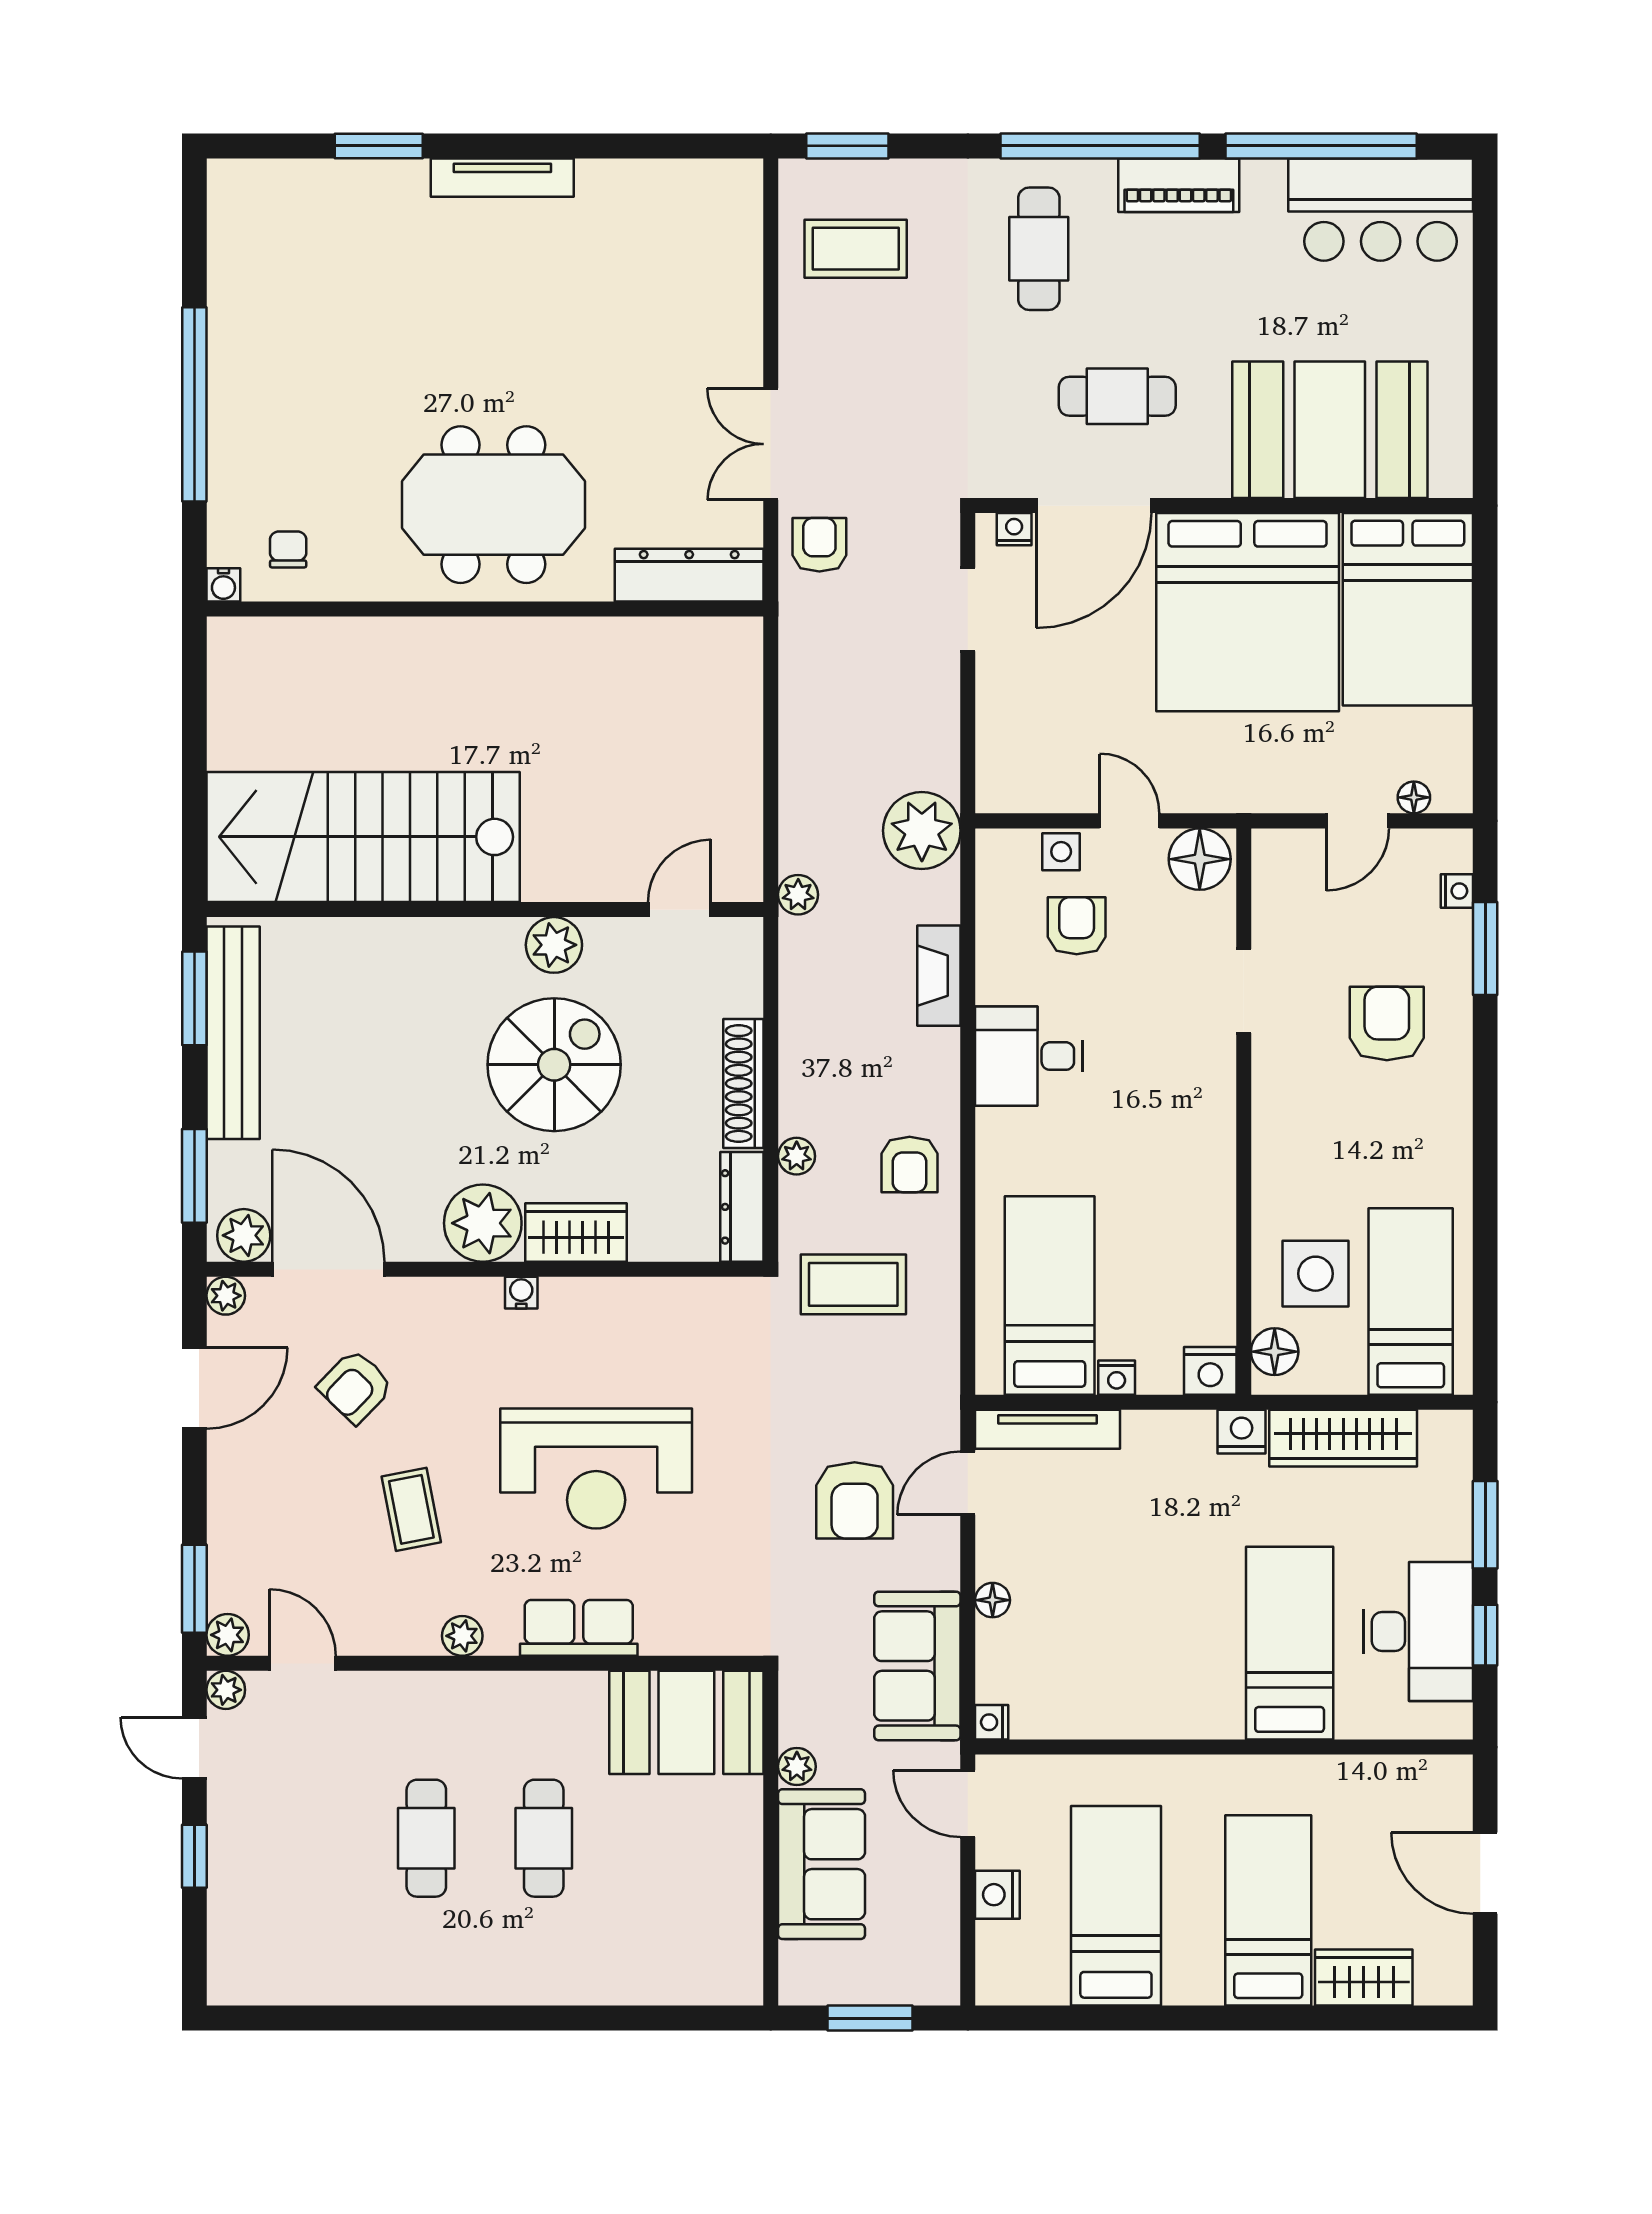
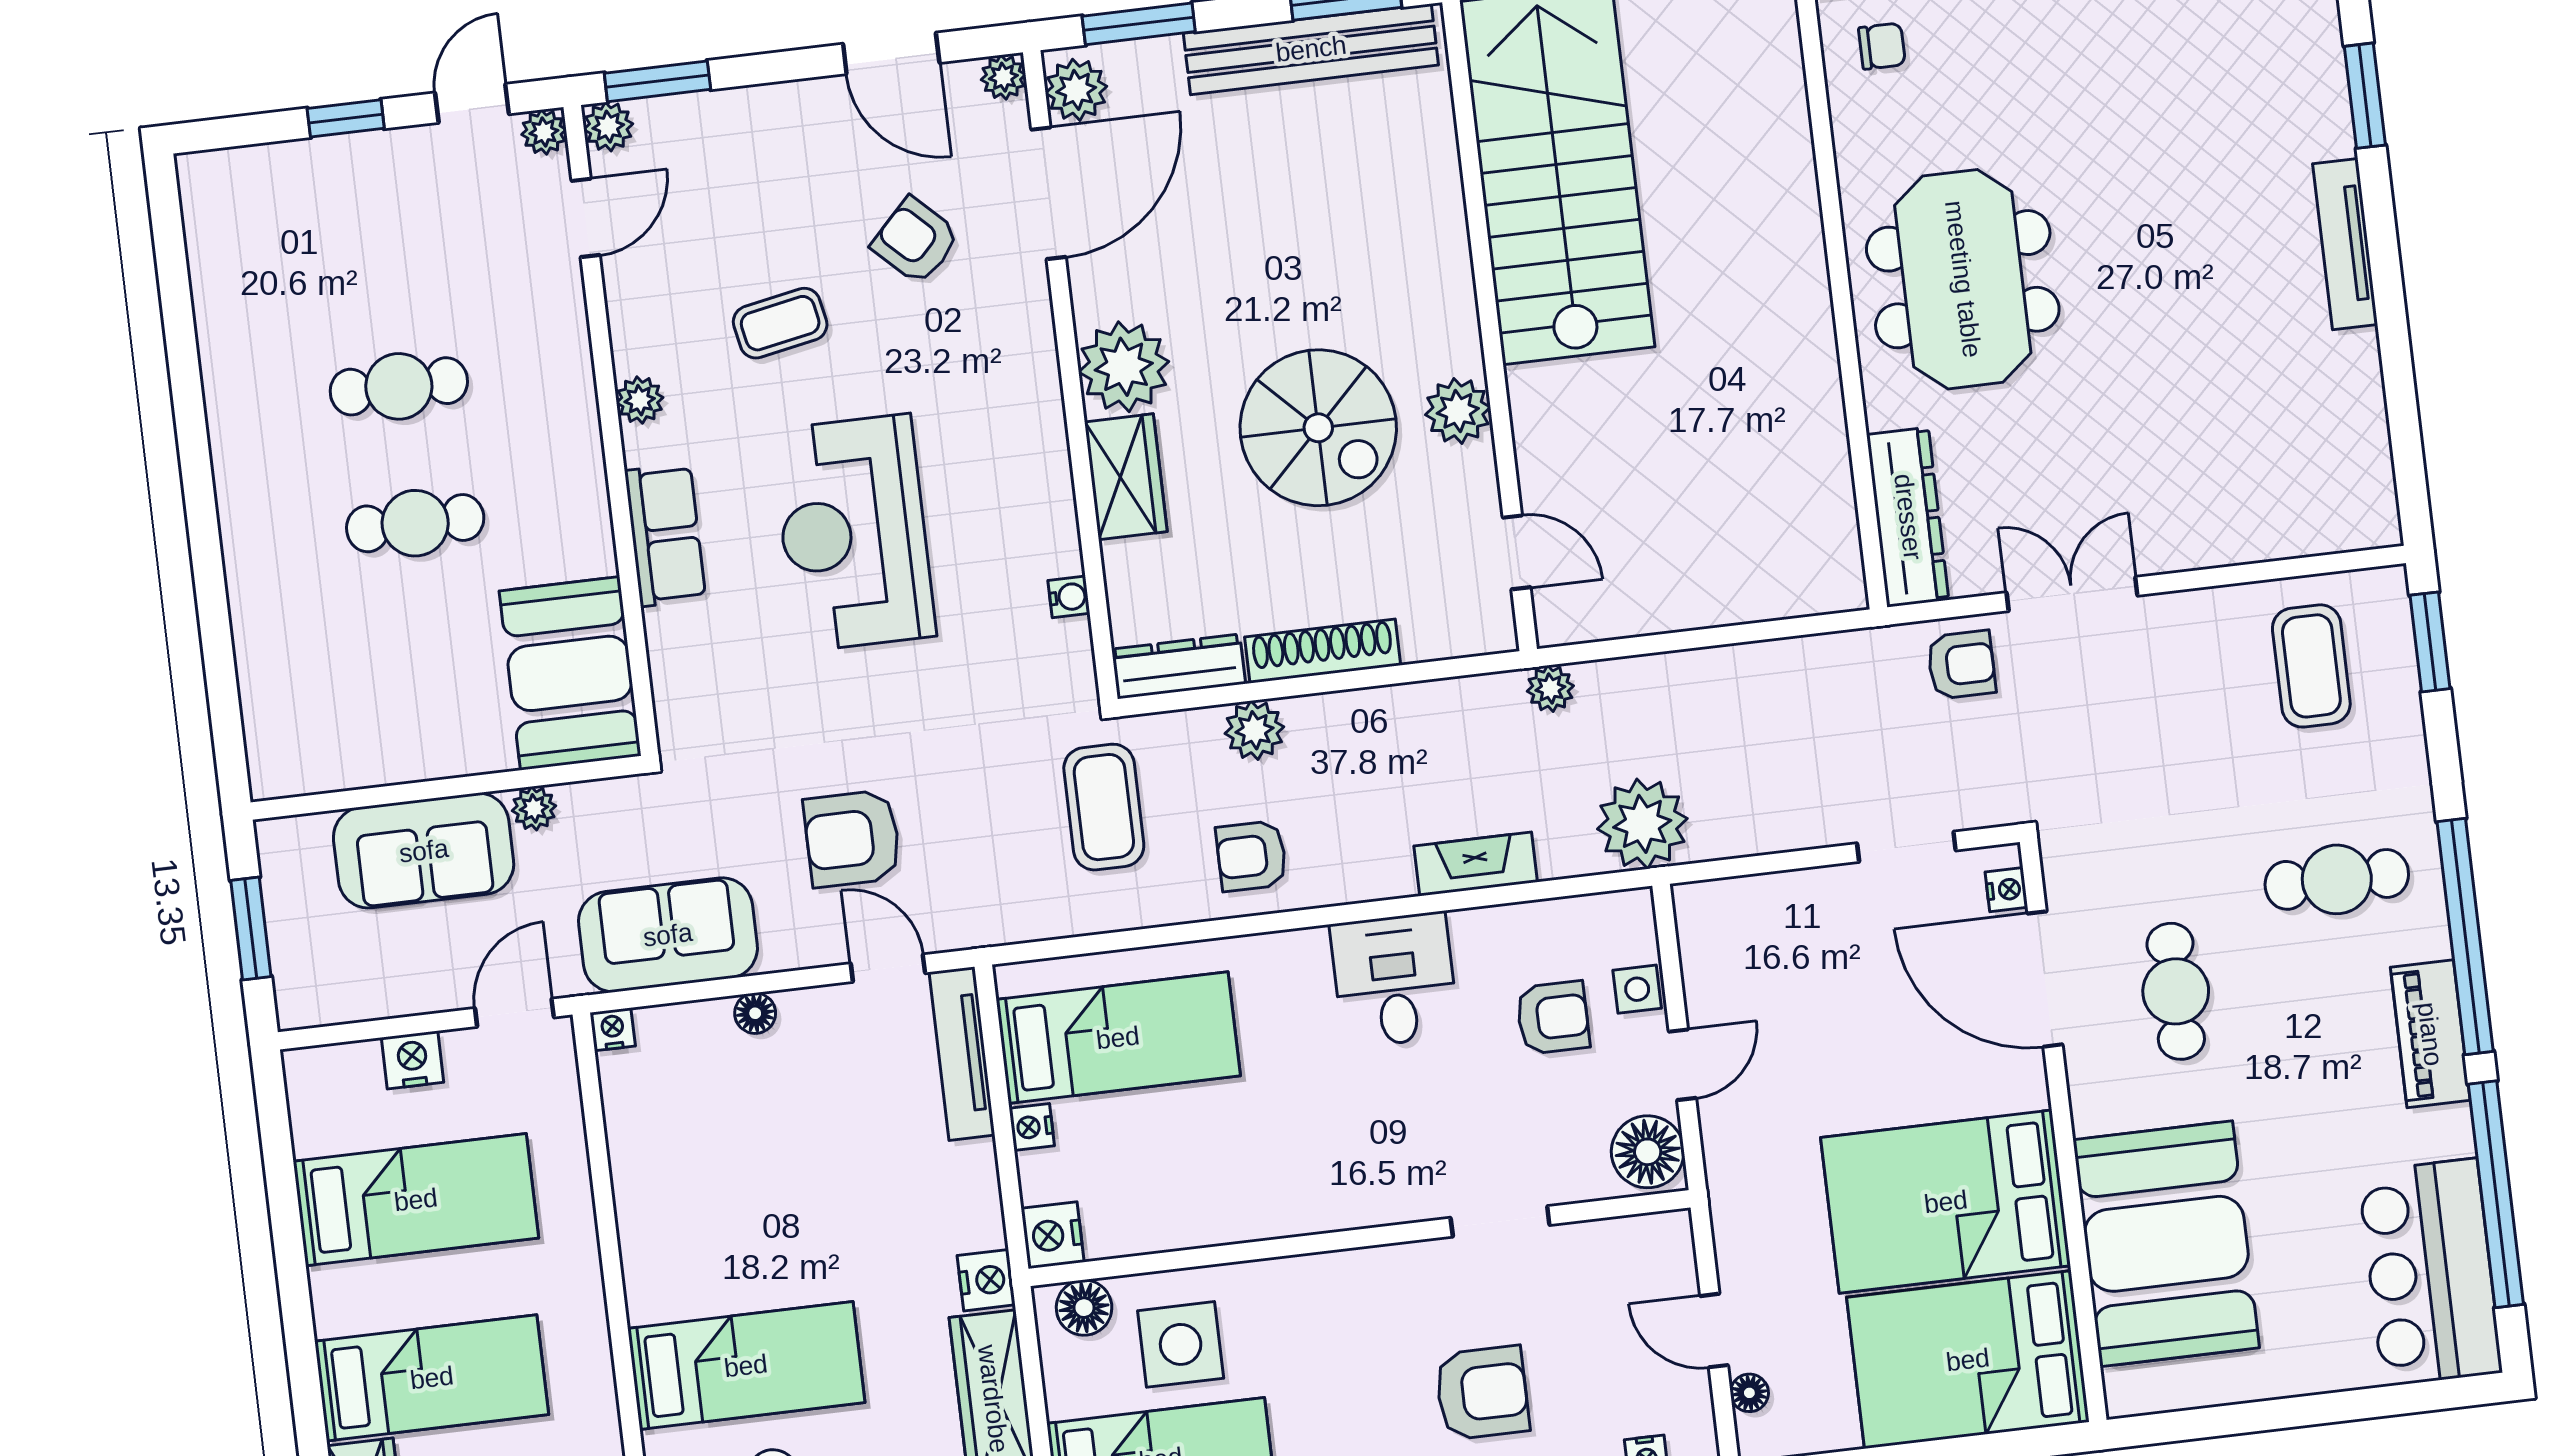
bed: (1248, 612) -> (1946, 1202), width x0.73
plant: (797, 1156) -> (1254, 730), width x1.38, depth x1.38
water cooler: (521, 1293) -> (1069, 597), moved

